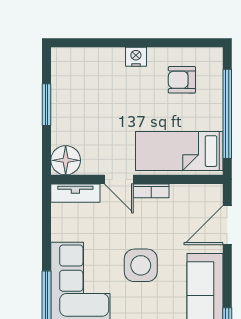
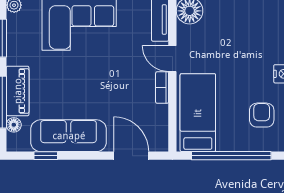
door: (119, 179) -> (172, 59), hinge flipped
side table: (141, 265) -> (95, 78), removed

